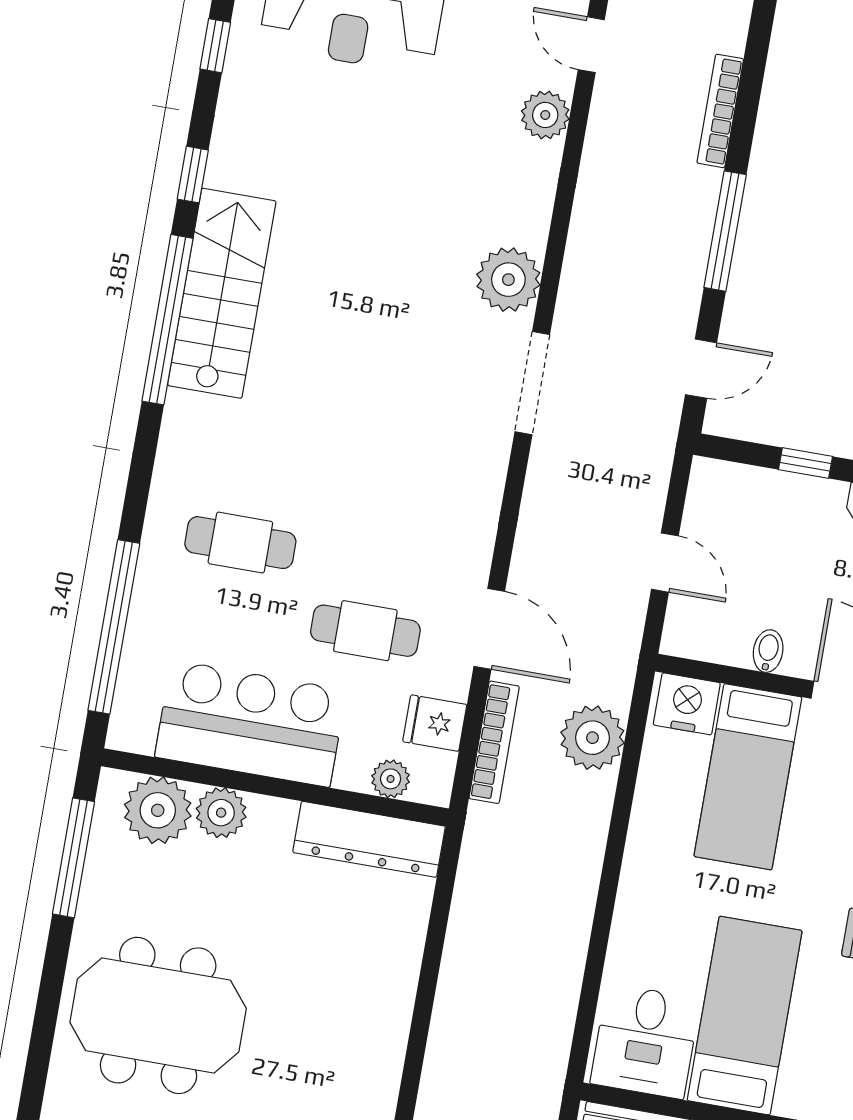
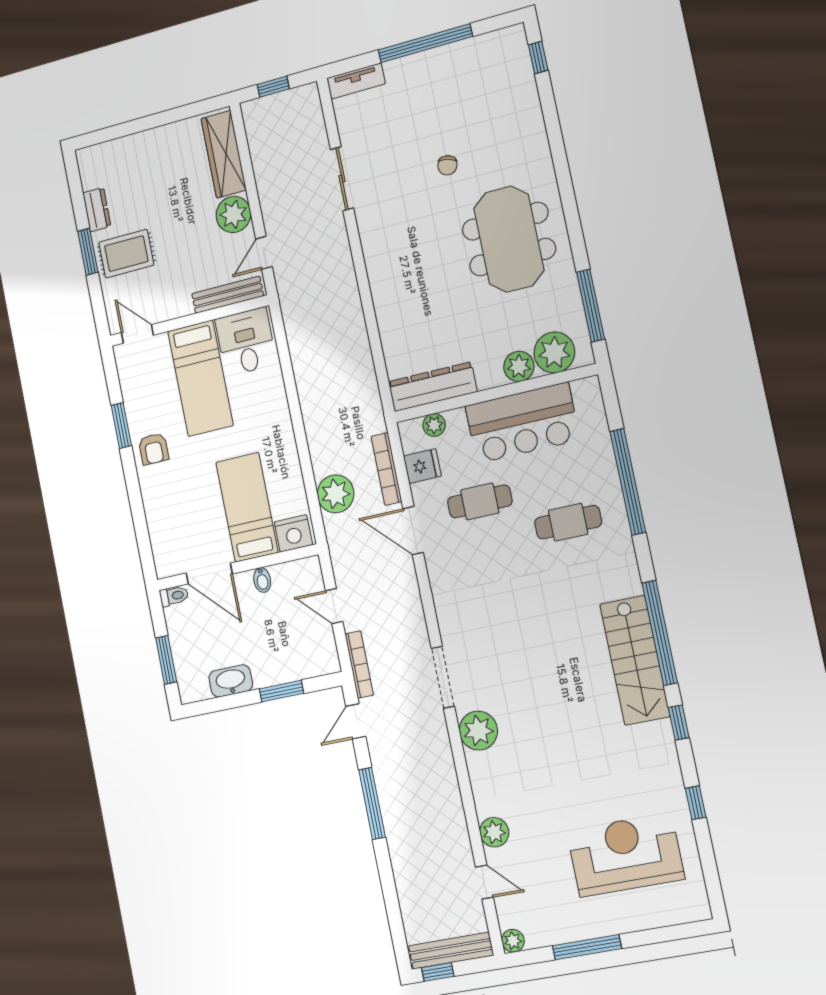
bookcase: (720, 111) -> (359, 664), moved
window: (805, 463) -> (281, 691), width x1.50
window: (114, 627) -> (628, 482), moved
meeting table: (158, 1015) -> (509, 239), turned 90

